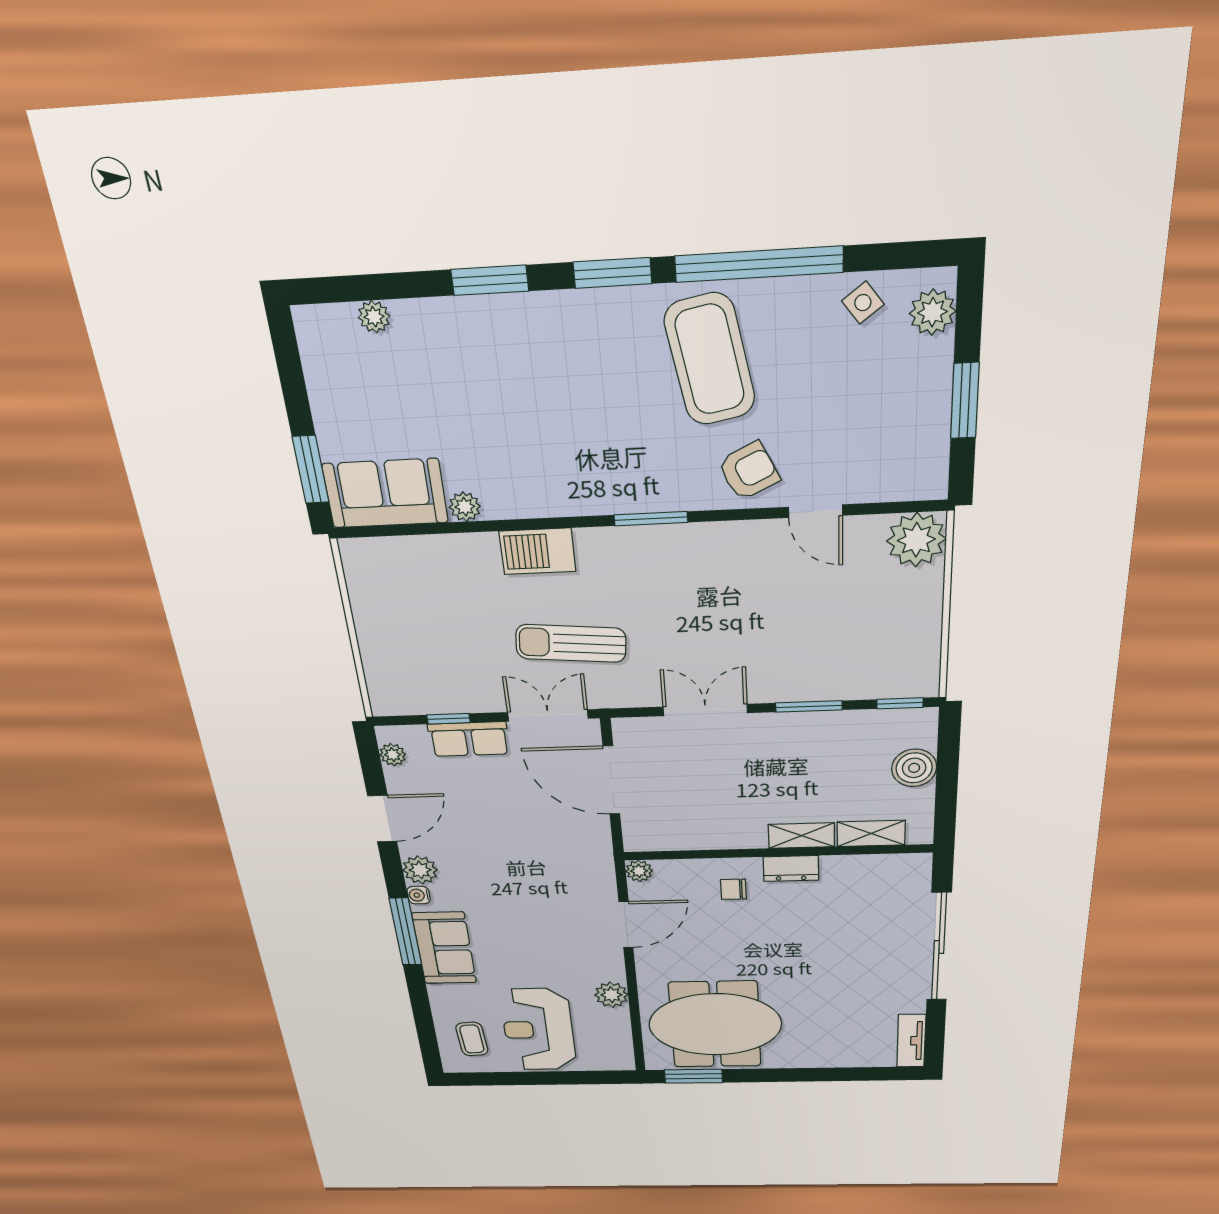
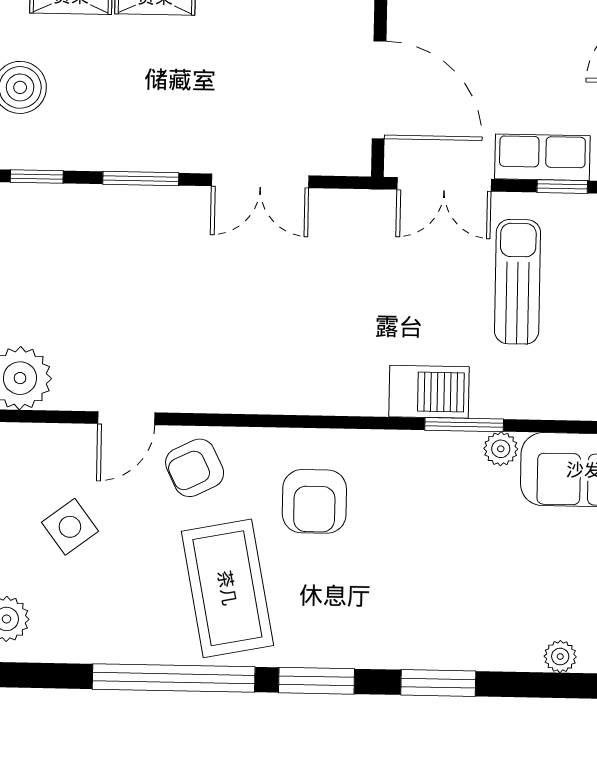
side table: (863, 303) -> (70, 527), moved, width x1.37, depth x1.37
armchair: (632, 448) -> (314, 501), added
door: (816, 511) -> (126, 418), swing flipped
window: (651, 519) -> (464, 425), moved
sun lounger: (571, 643) -> (518, 282), moved, turned -95

